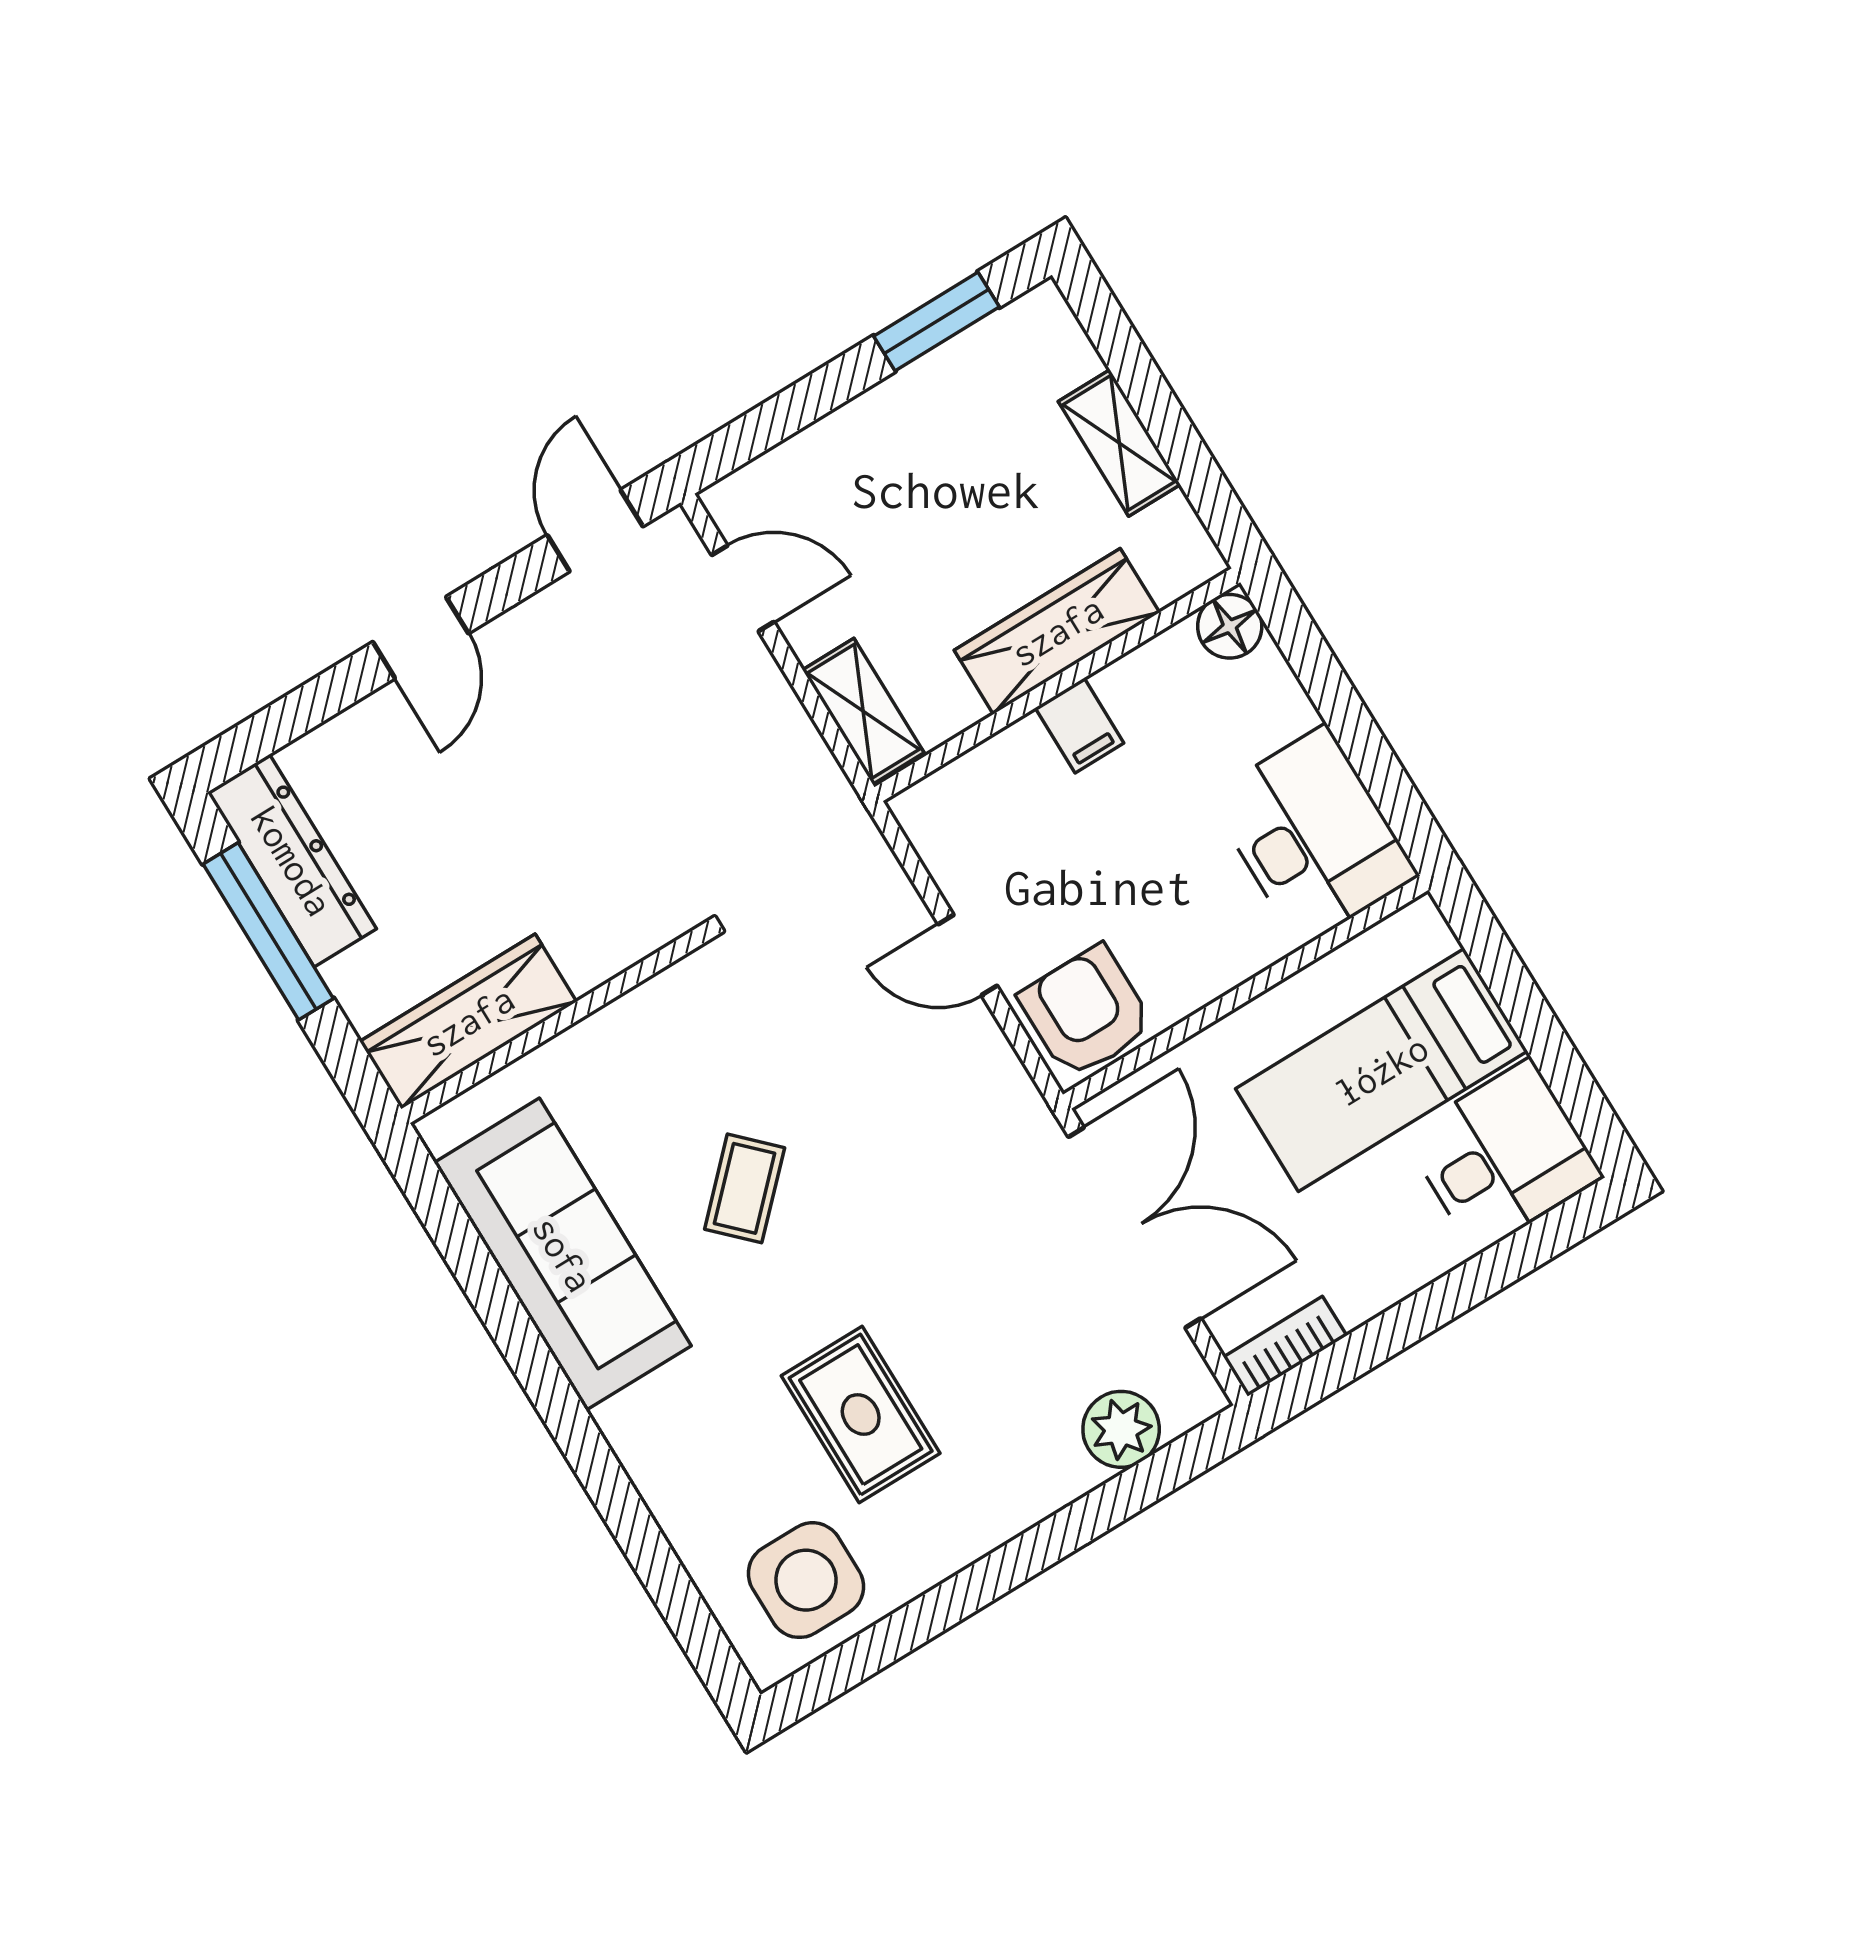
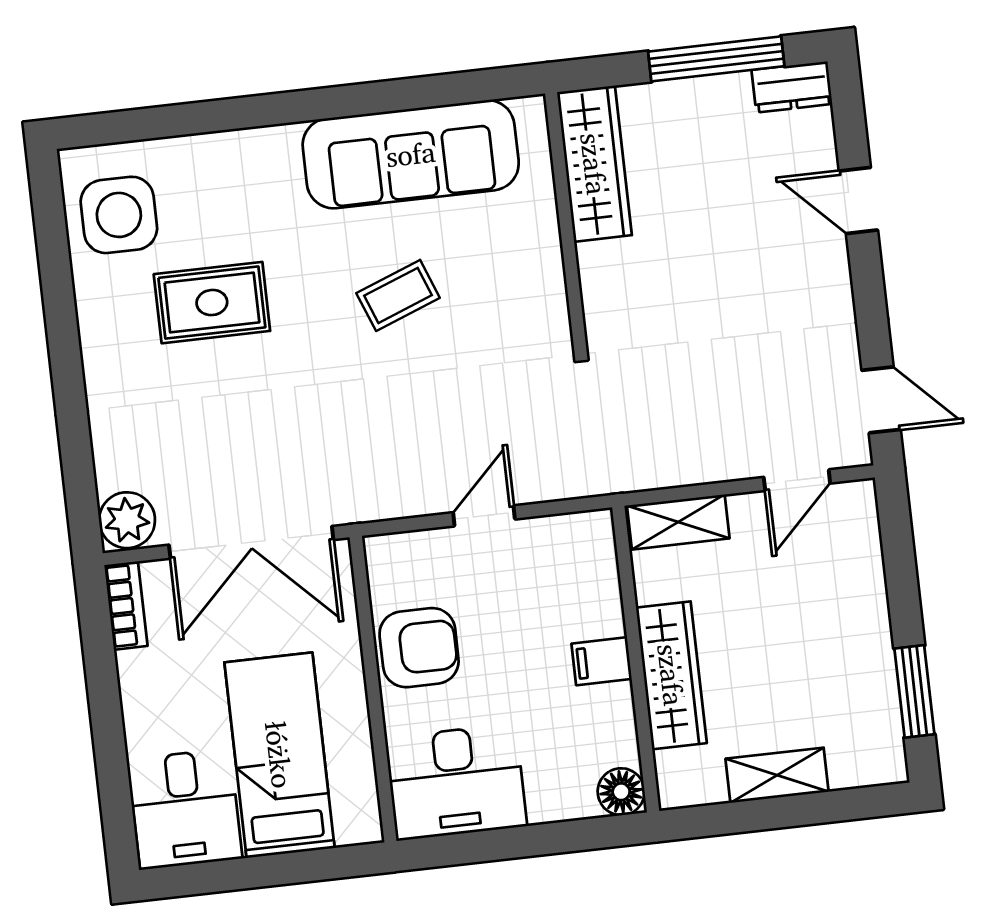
door: (421, 638) -> (858, 201), moved
dresser: (292, 861) -> (792, 87), width x0.51, depth x0.80
armchair: (1086, 1012) -> (419, 648), moved
coffee table: (745, 1188) -> (398, 295), turned -66
plant: (1121, 1429) -> (127, 520), moved

